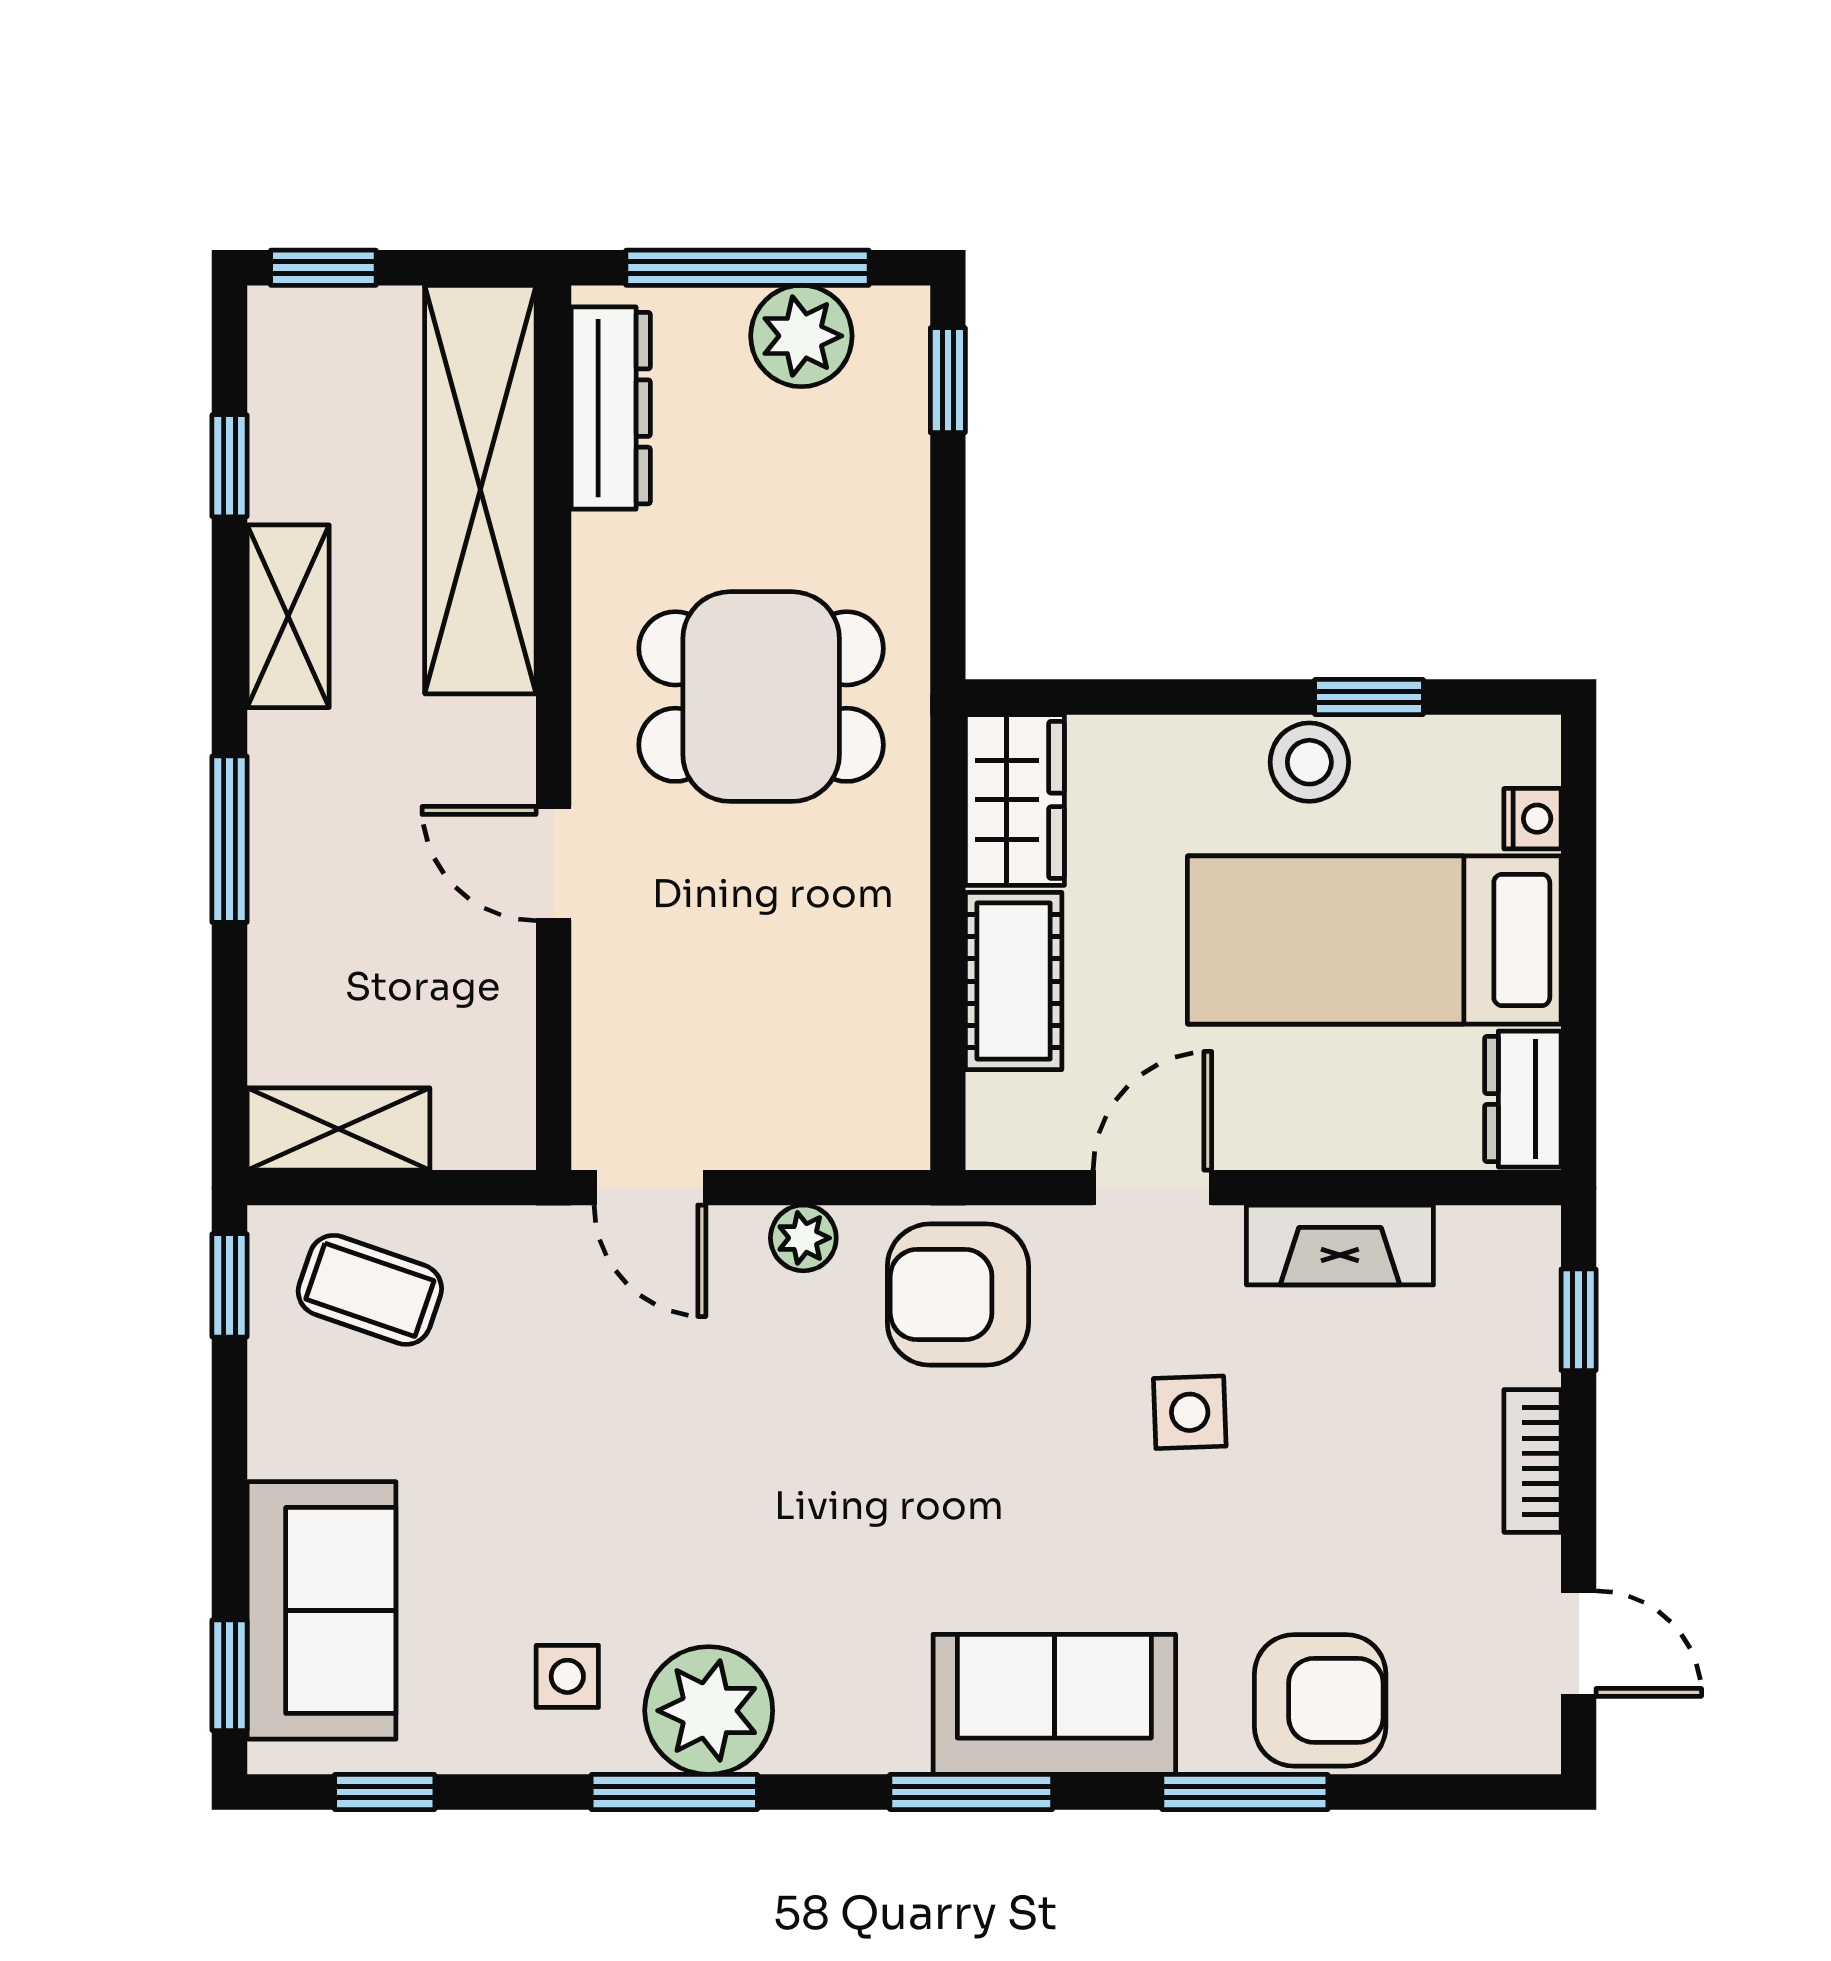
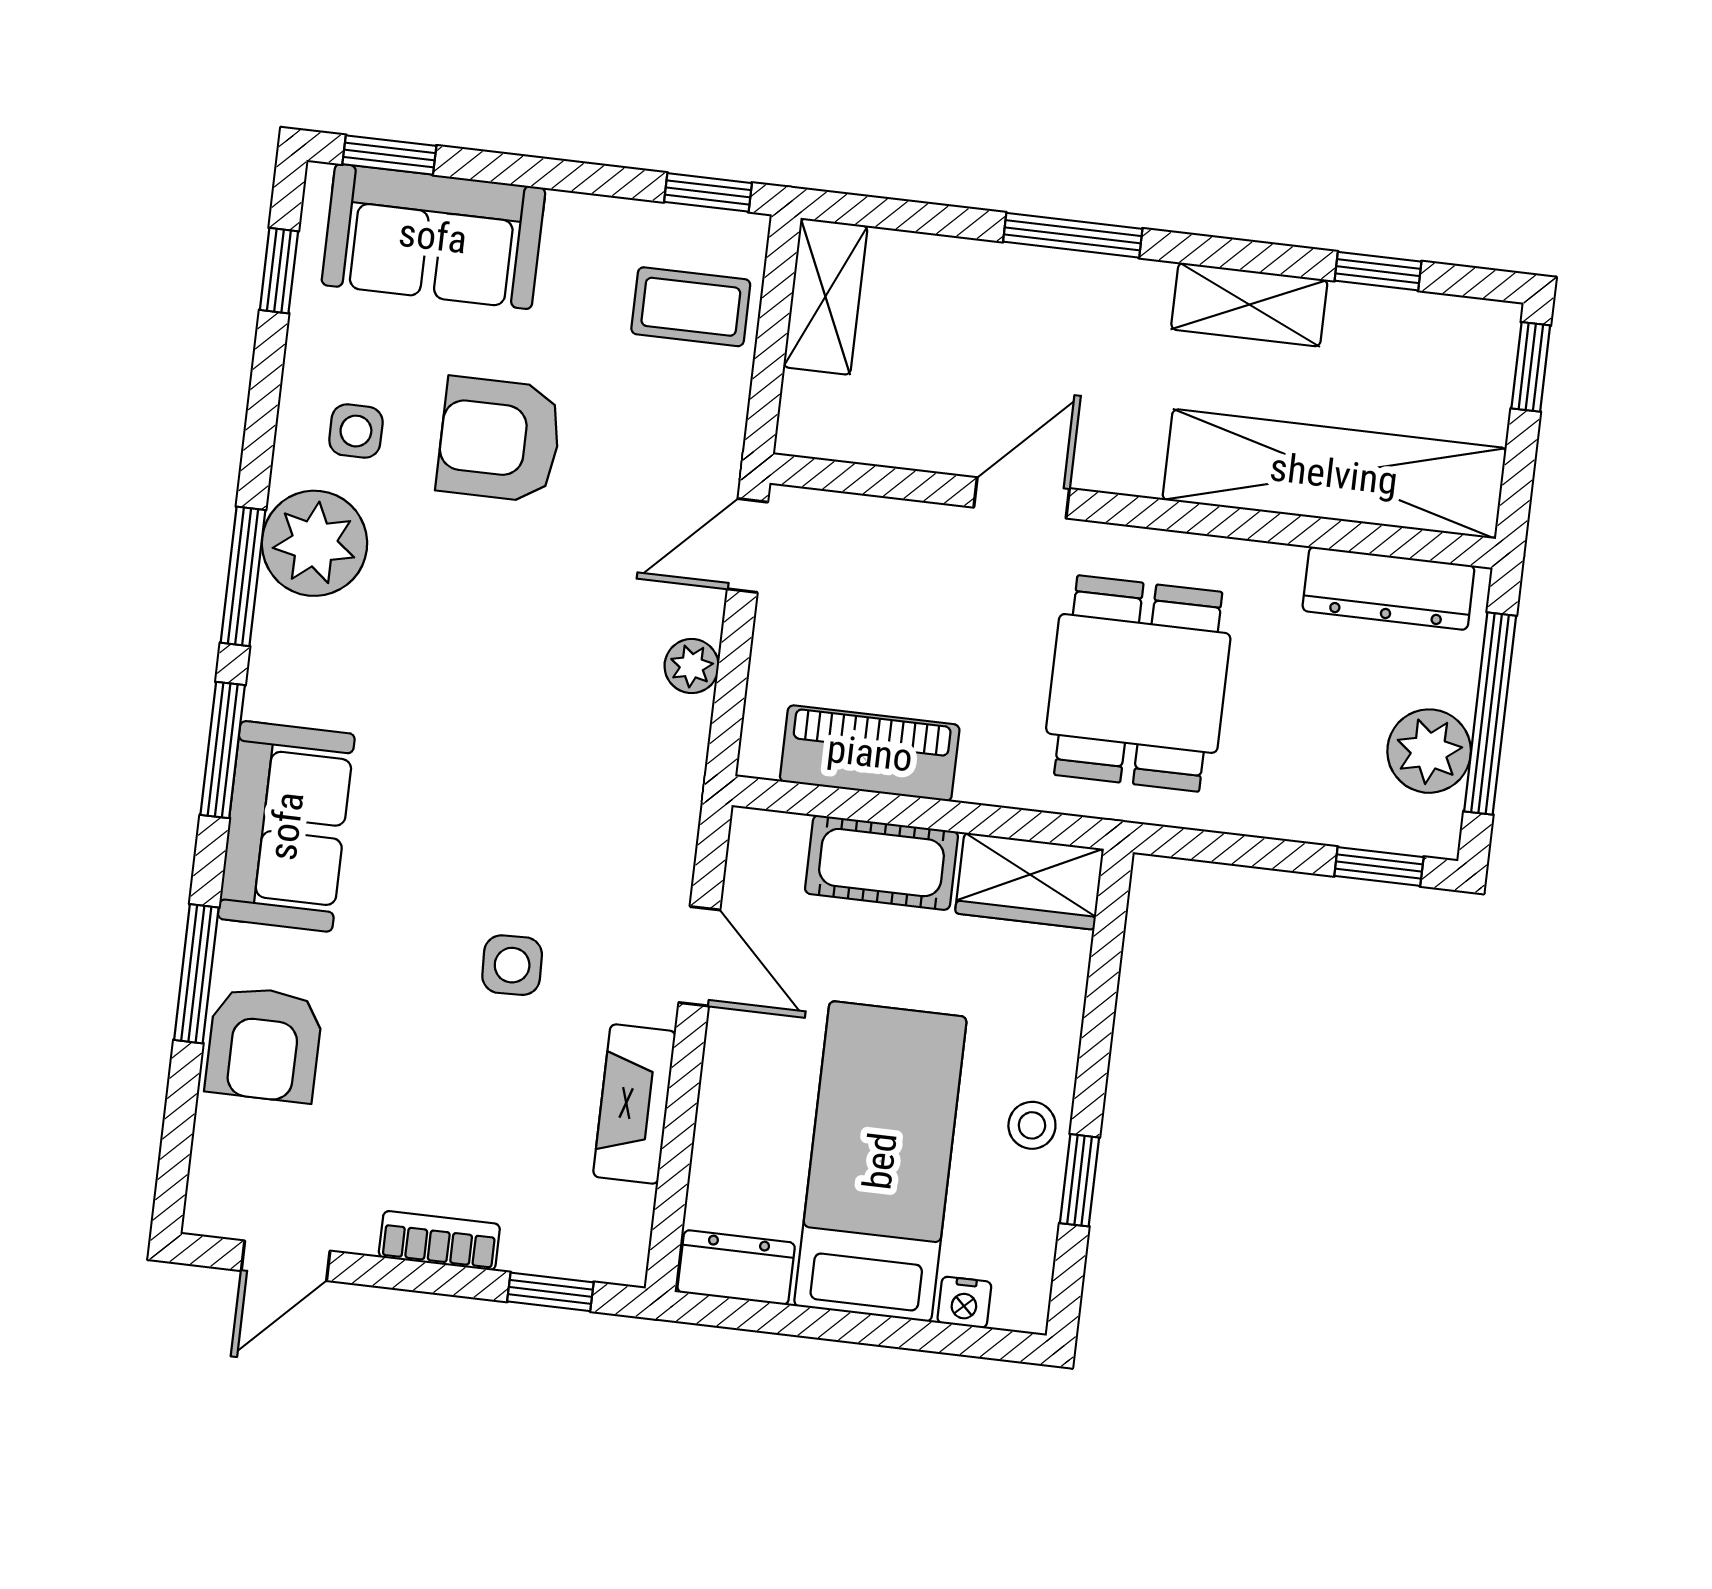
stool: (1309, 762) -> (1032, 1125), width x0.73, depth x0.73
piano: (883, 1011) -> (870, 753), added
coffee table: (370, 1290) -> (691, 307), turned 71
armchair: (958, 1295) -> (499, 440), moved, turned -90
window: (674, 1792) -> (243, 576), moved

